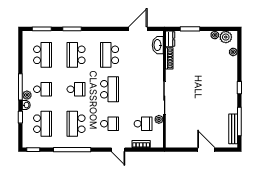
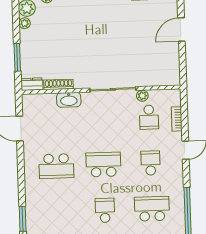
washbasin: (158, 45) -> (69, 100), moved
school desk: (76, 55) -> (58, 212), removed
school desk: (76, 124) -> (152, 209), turned 180
school desk: (143, 124) -> (149, 117), turned 180

